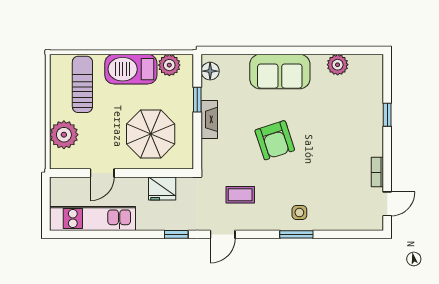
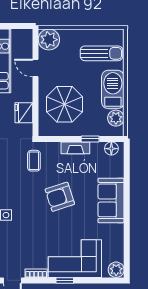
plant: (338, 65) -> (116, 270), moved
window: (387, 115) -> (65, 280), moved
corner sofa: (358, 120) -> (75, 259), added
plant: (64, 135) -> (49, 40), moved
coffee table: (240, 195) -> (34, 161), moved

